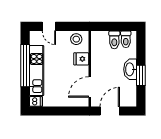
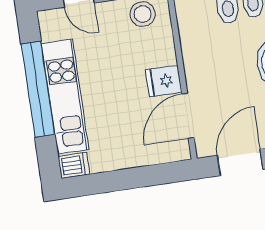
fridge: (81, 59) -> (164, 81), moved

